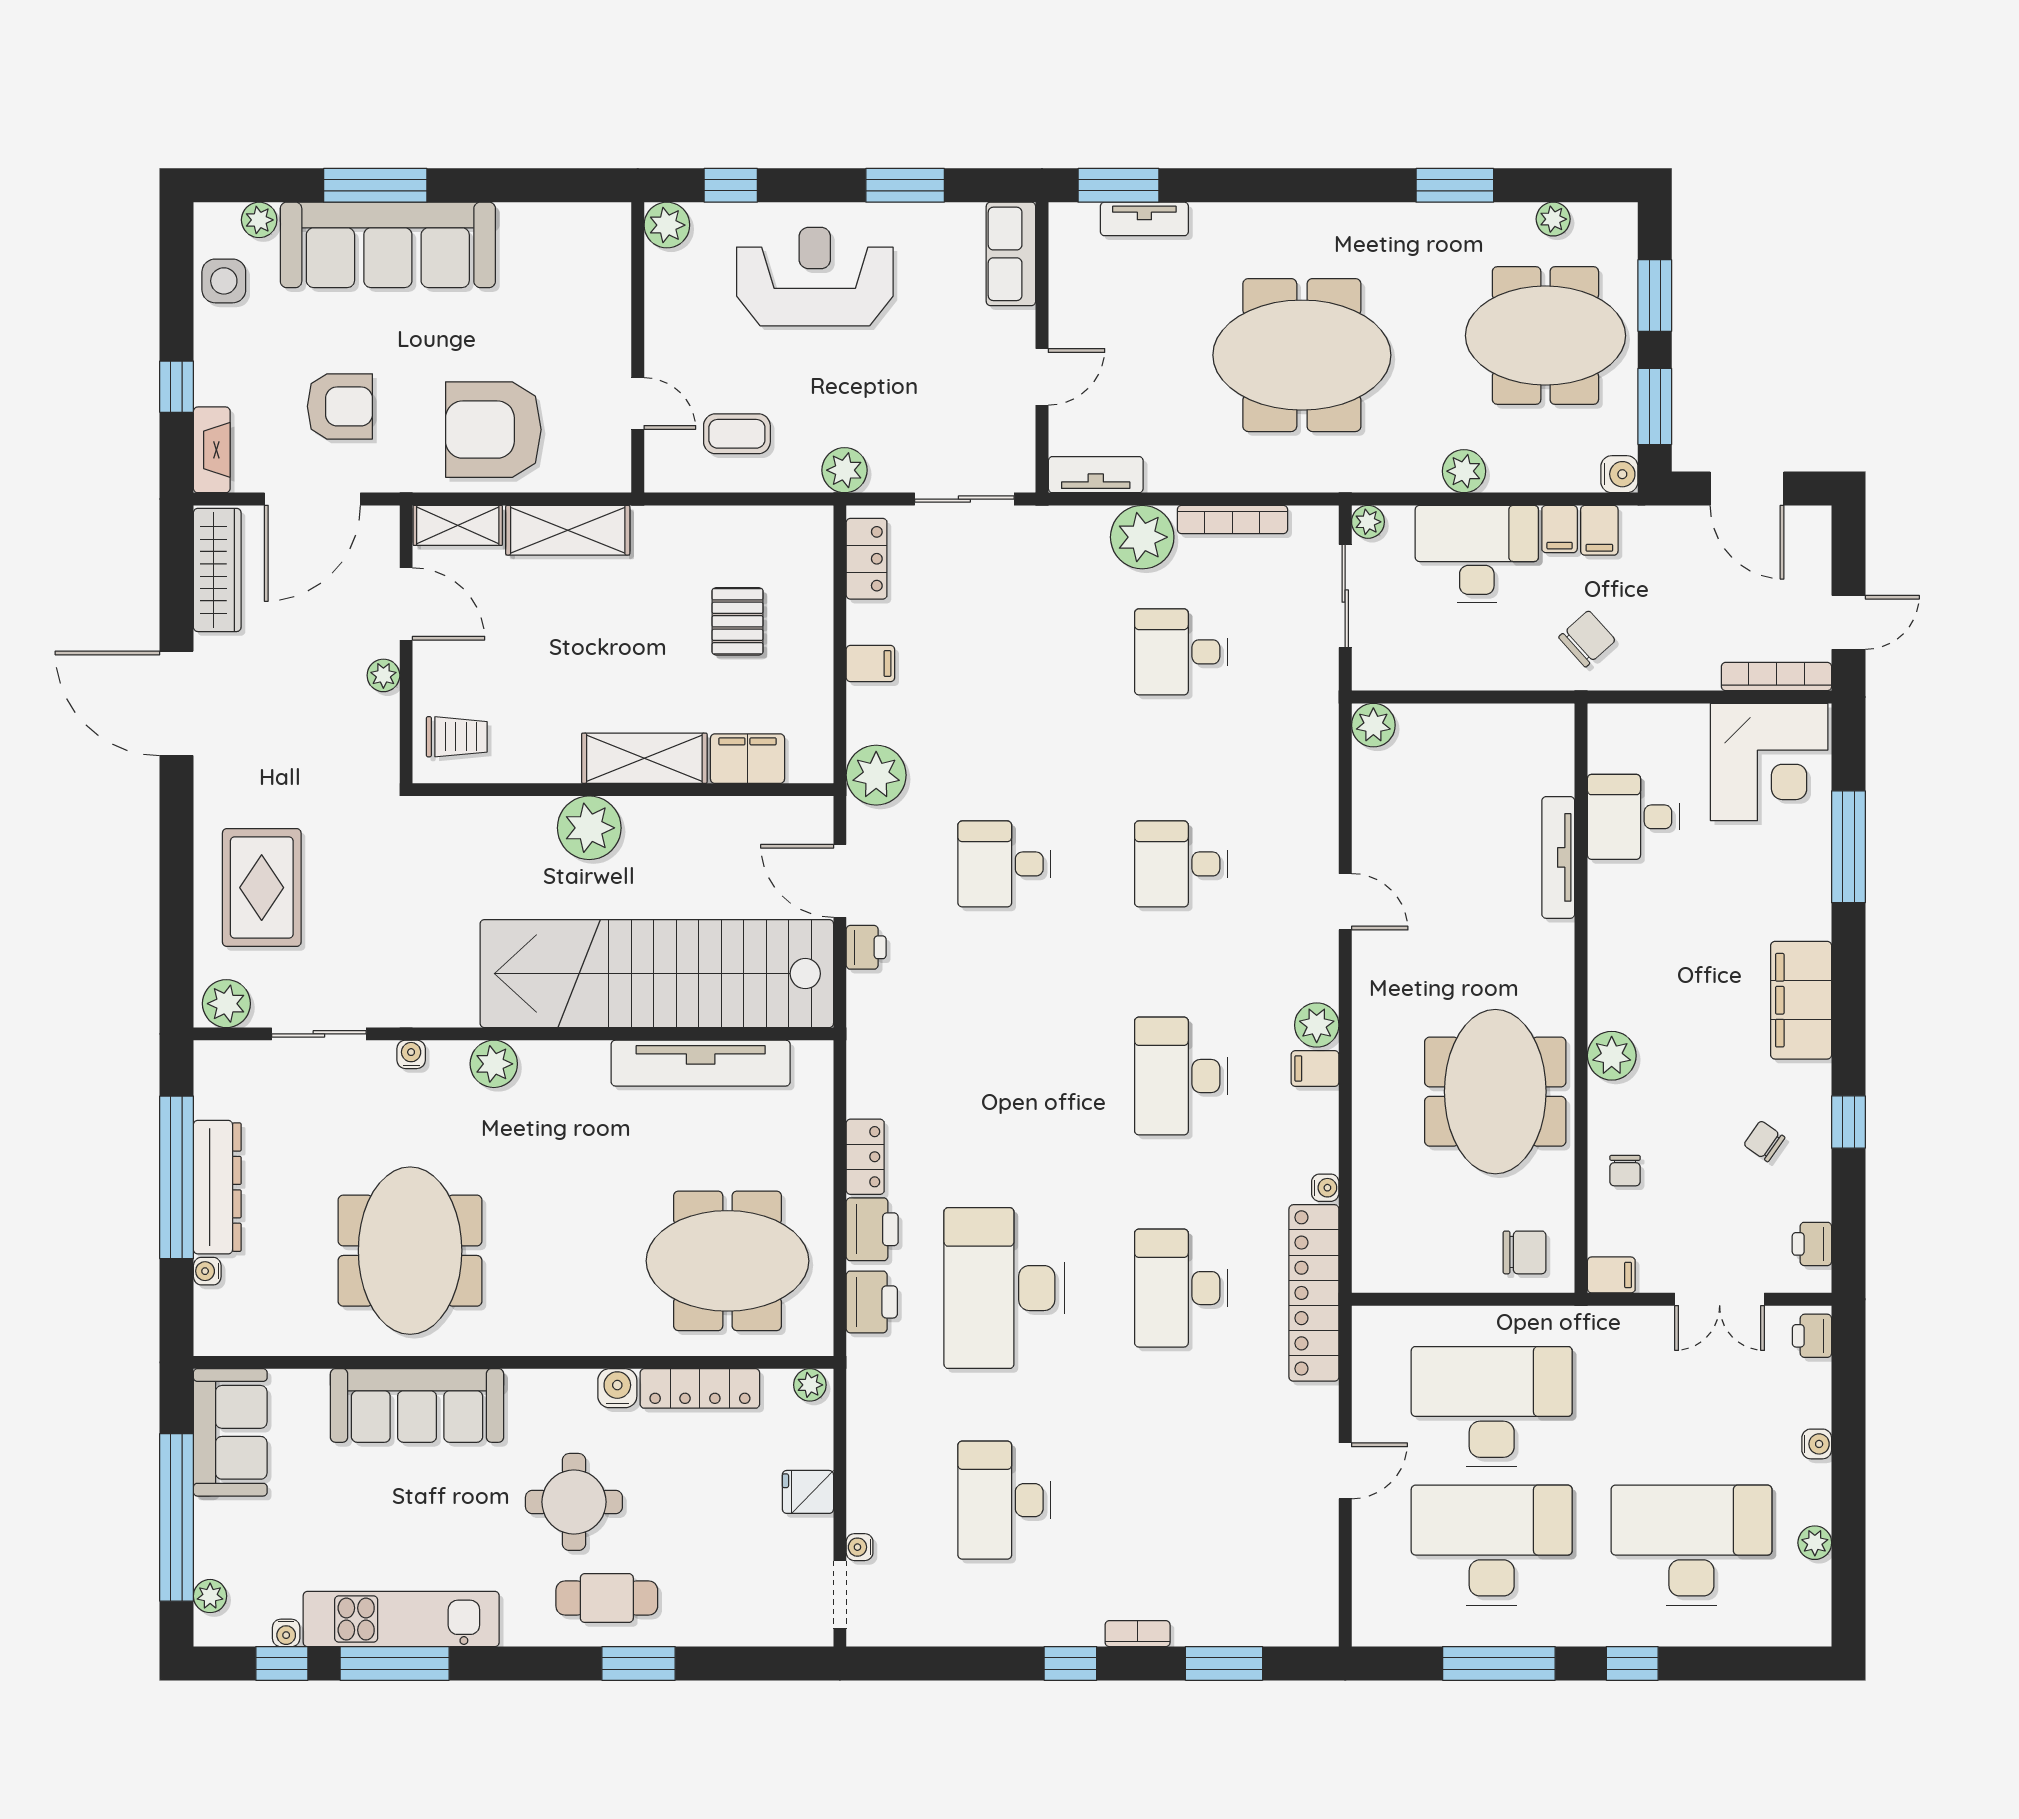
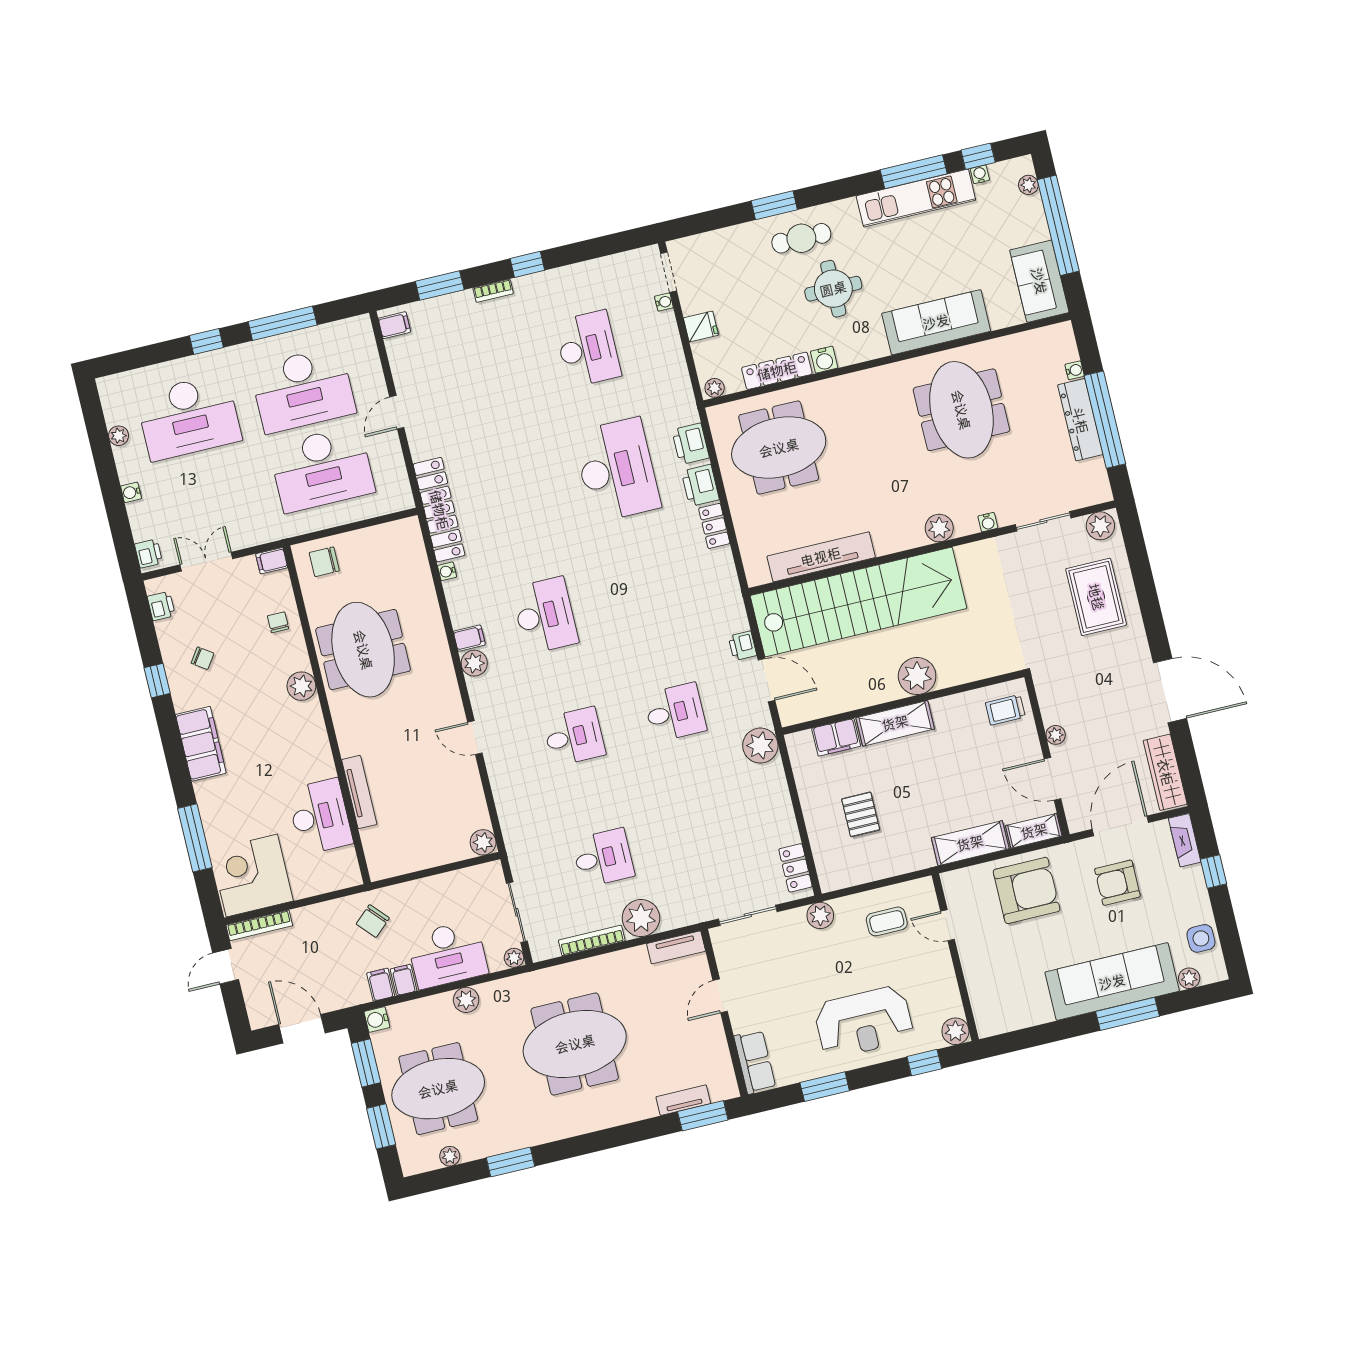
filing cabinet: (870, 664) -> (394, 325), moved, turned 180
desk: (1633, 817) -> (320, 816), width x1.37
desk: (1181, 1288) -> (516, 494), removed

